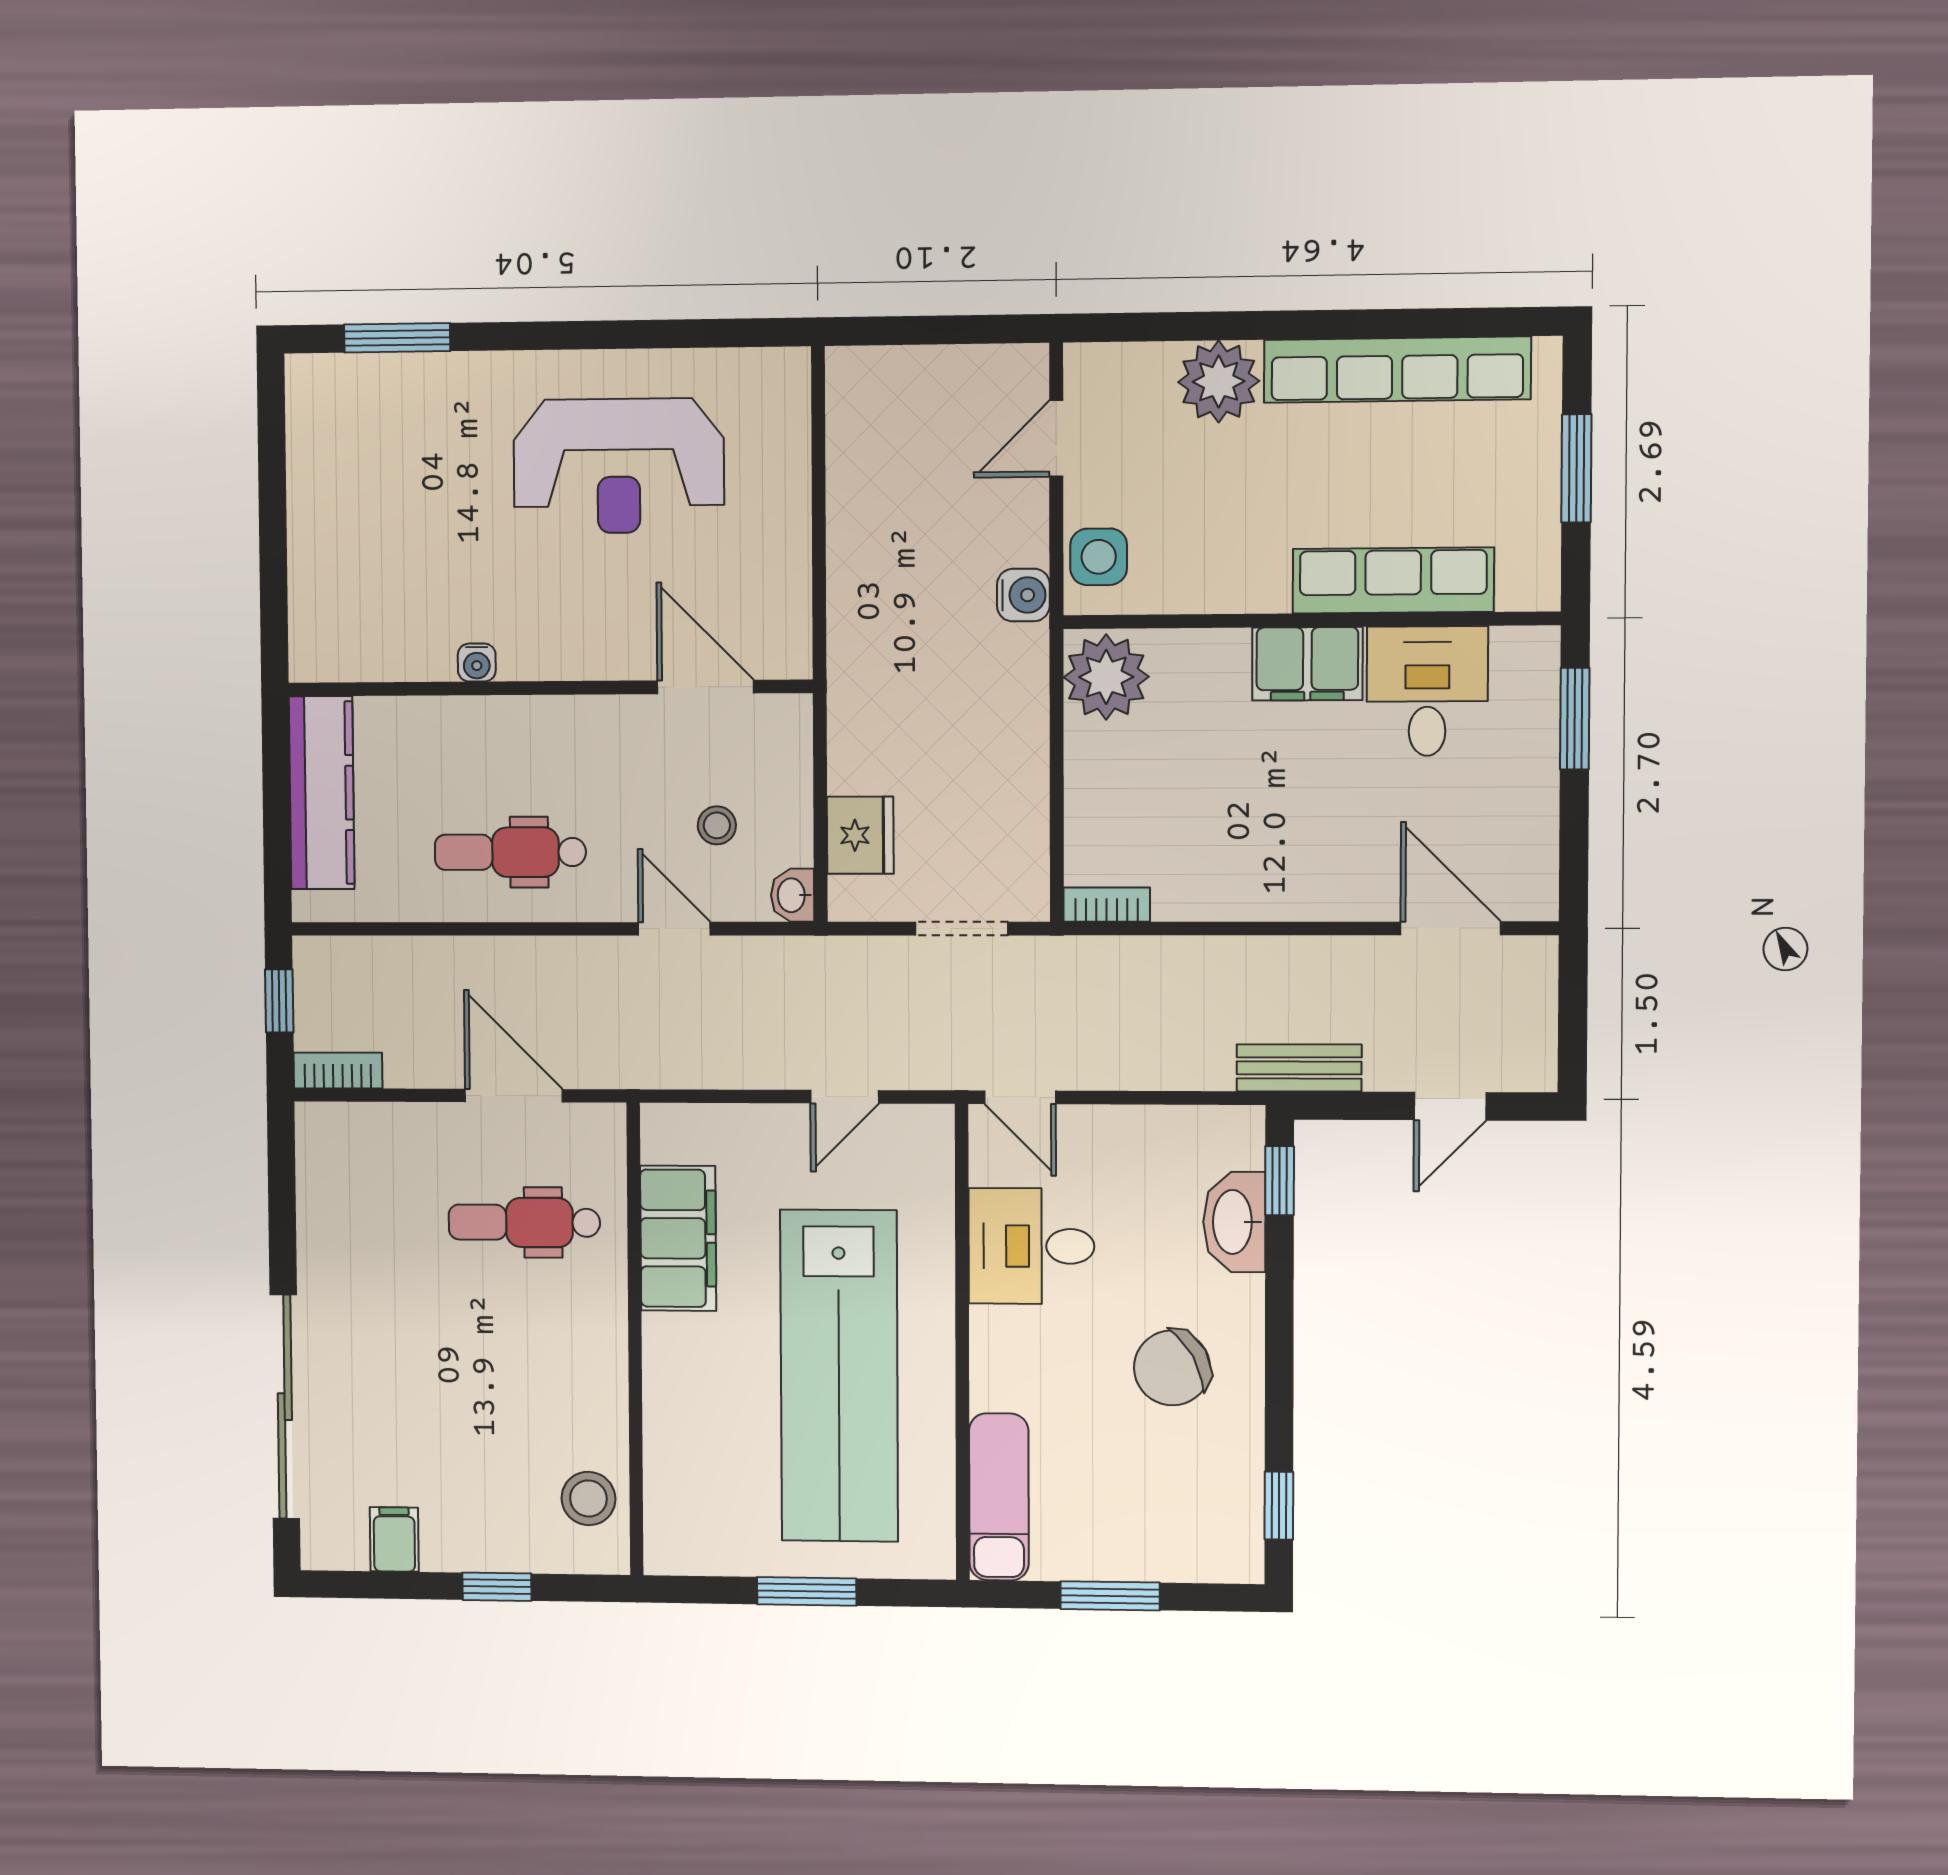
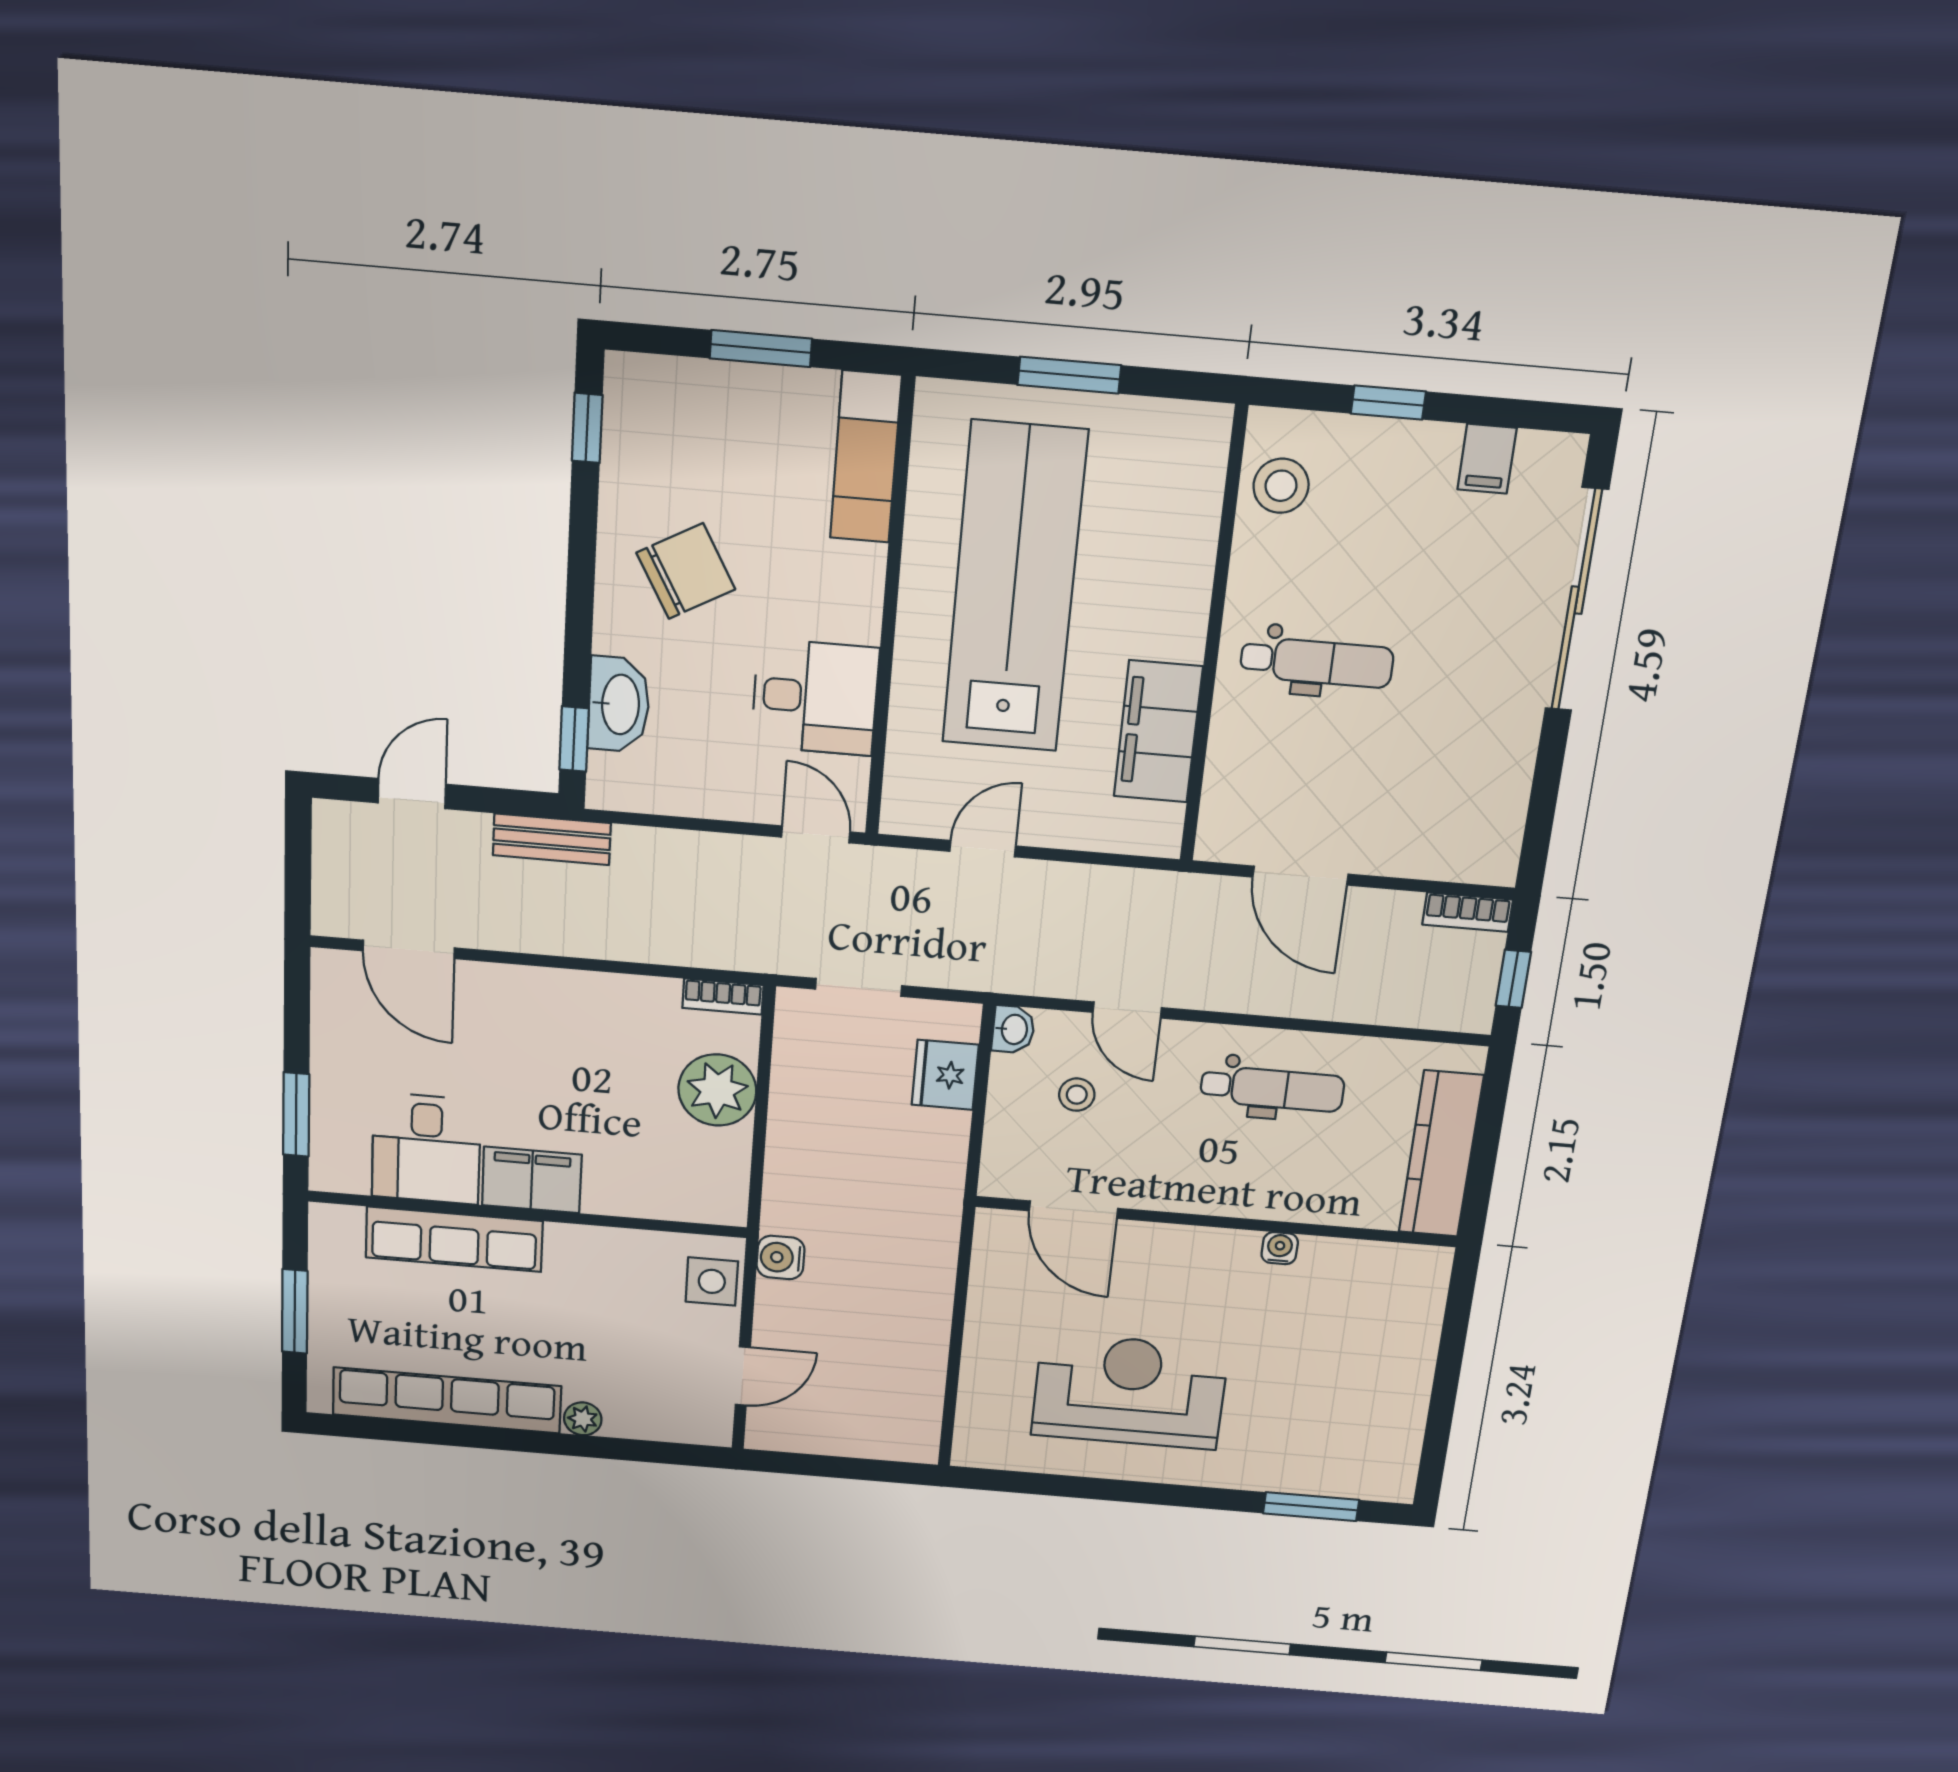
plant: (1219, 382) -> (583, 1419), width x0.53, depth x0.53
plant: (1106, 677) -> (717, 1090), moved
dental chair: (524, 1222) -> (1317, 662), moved

